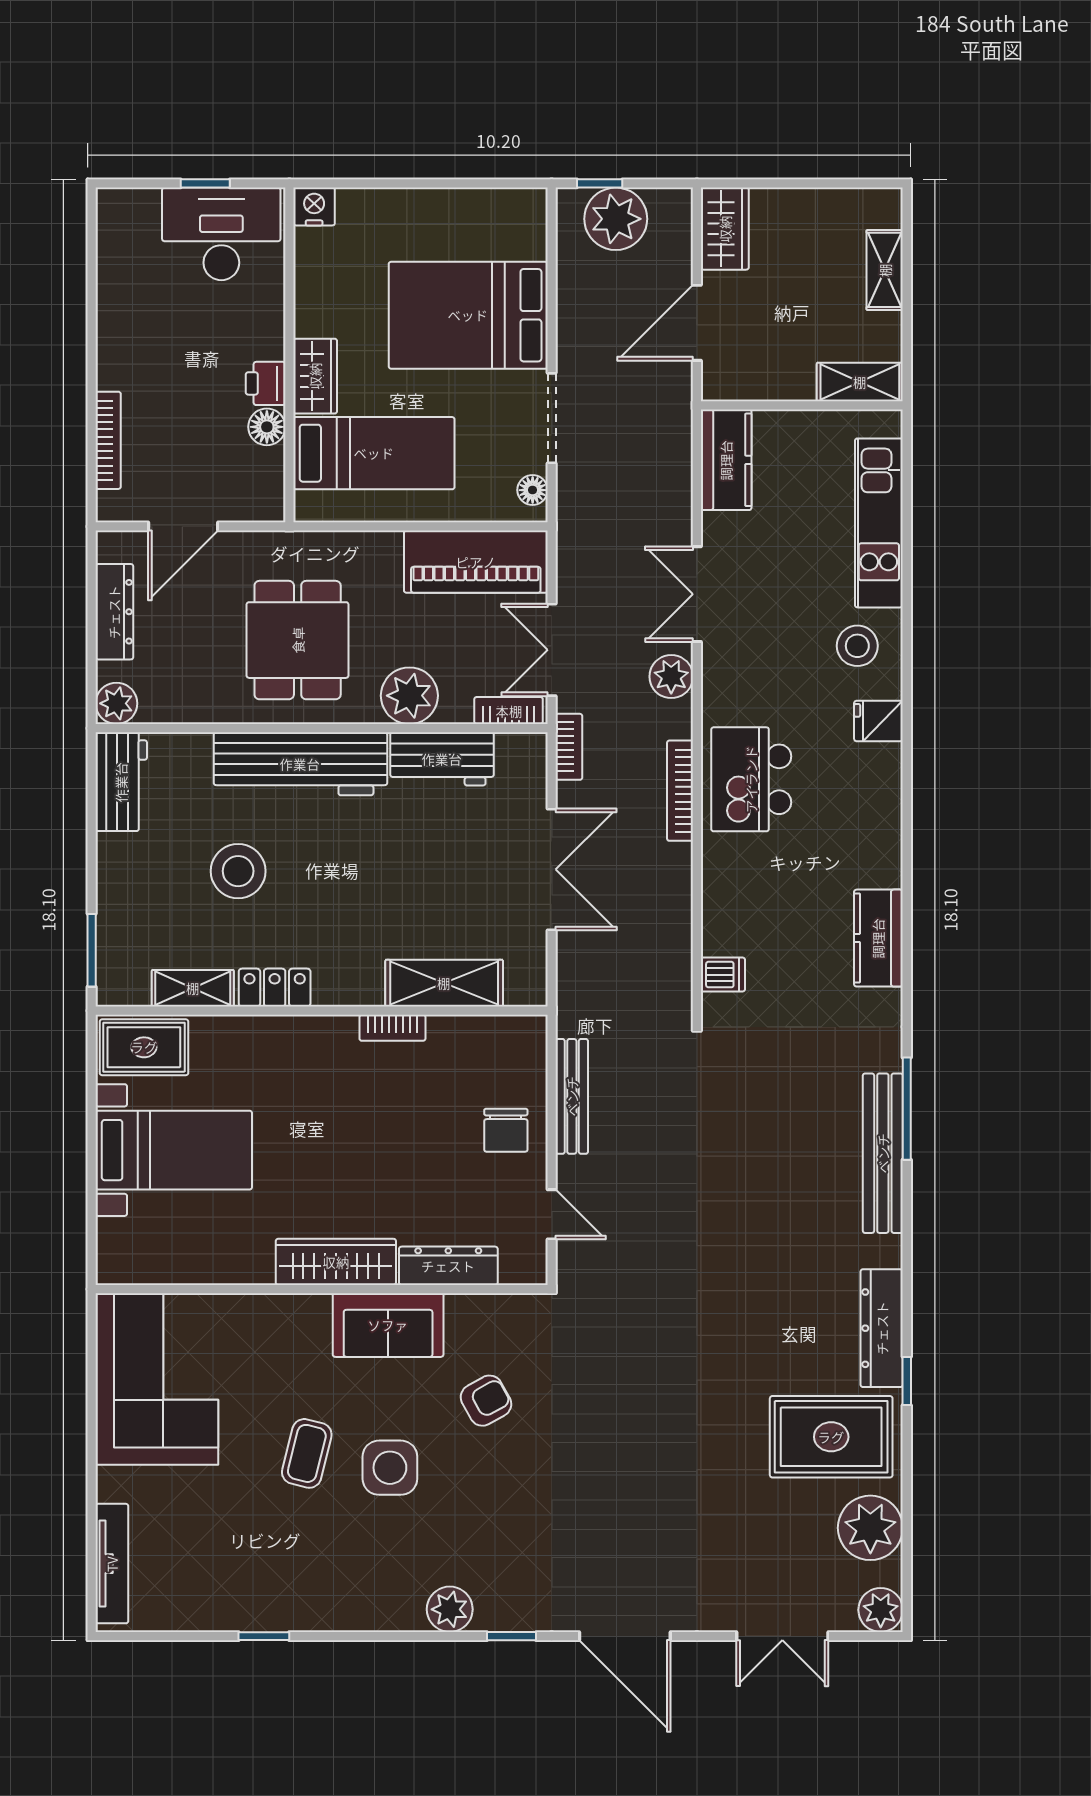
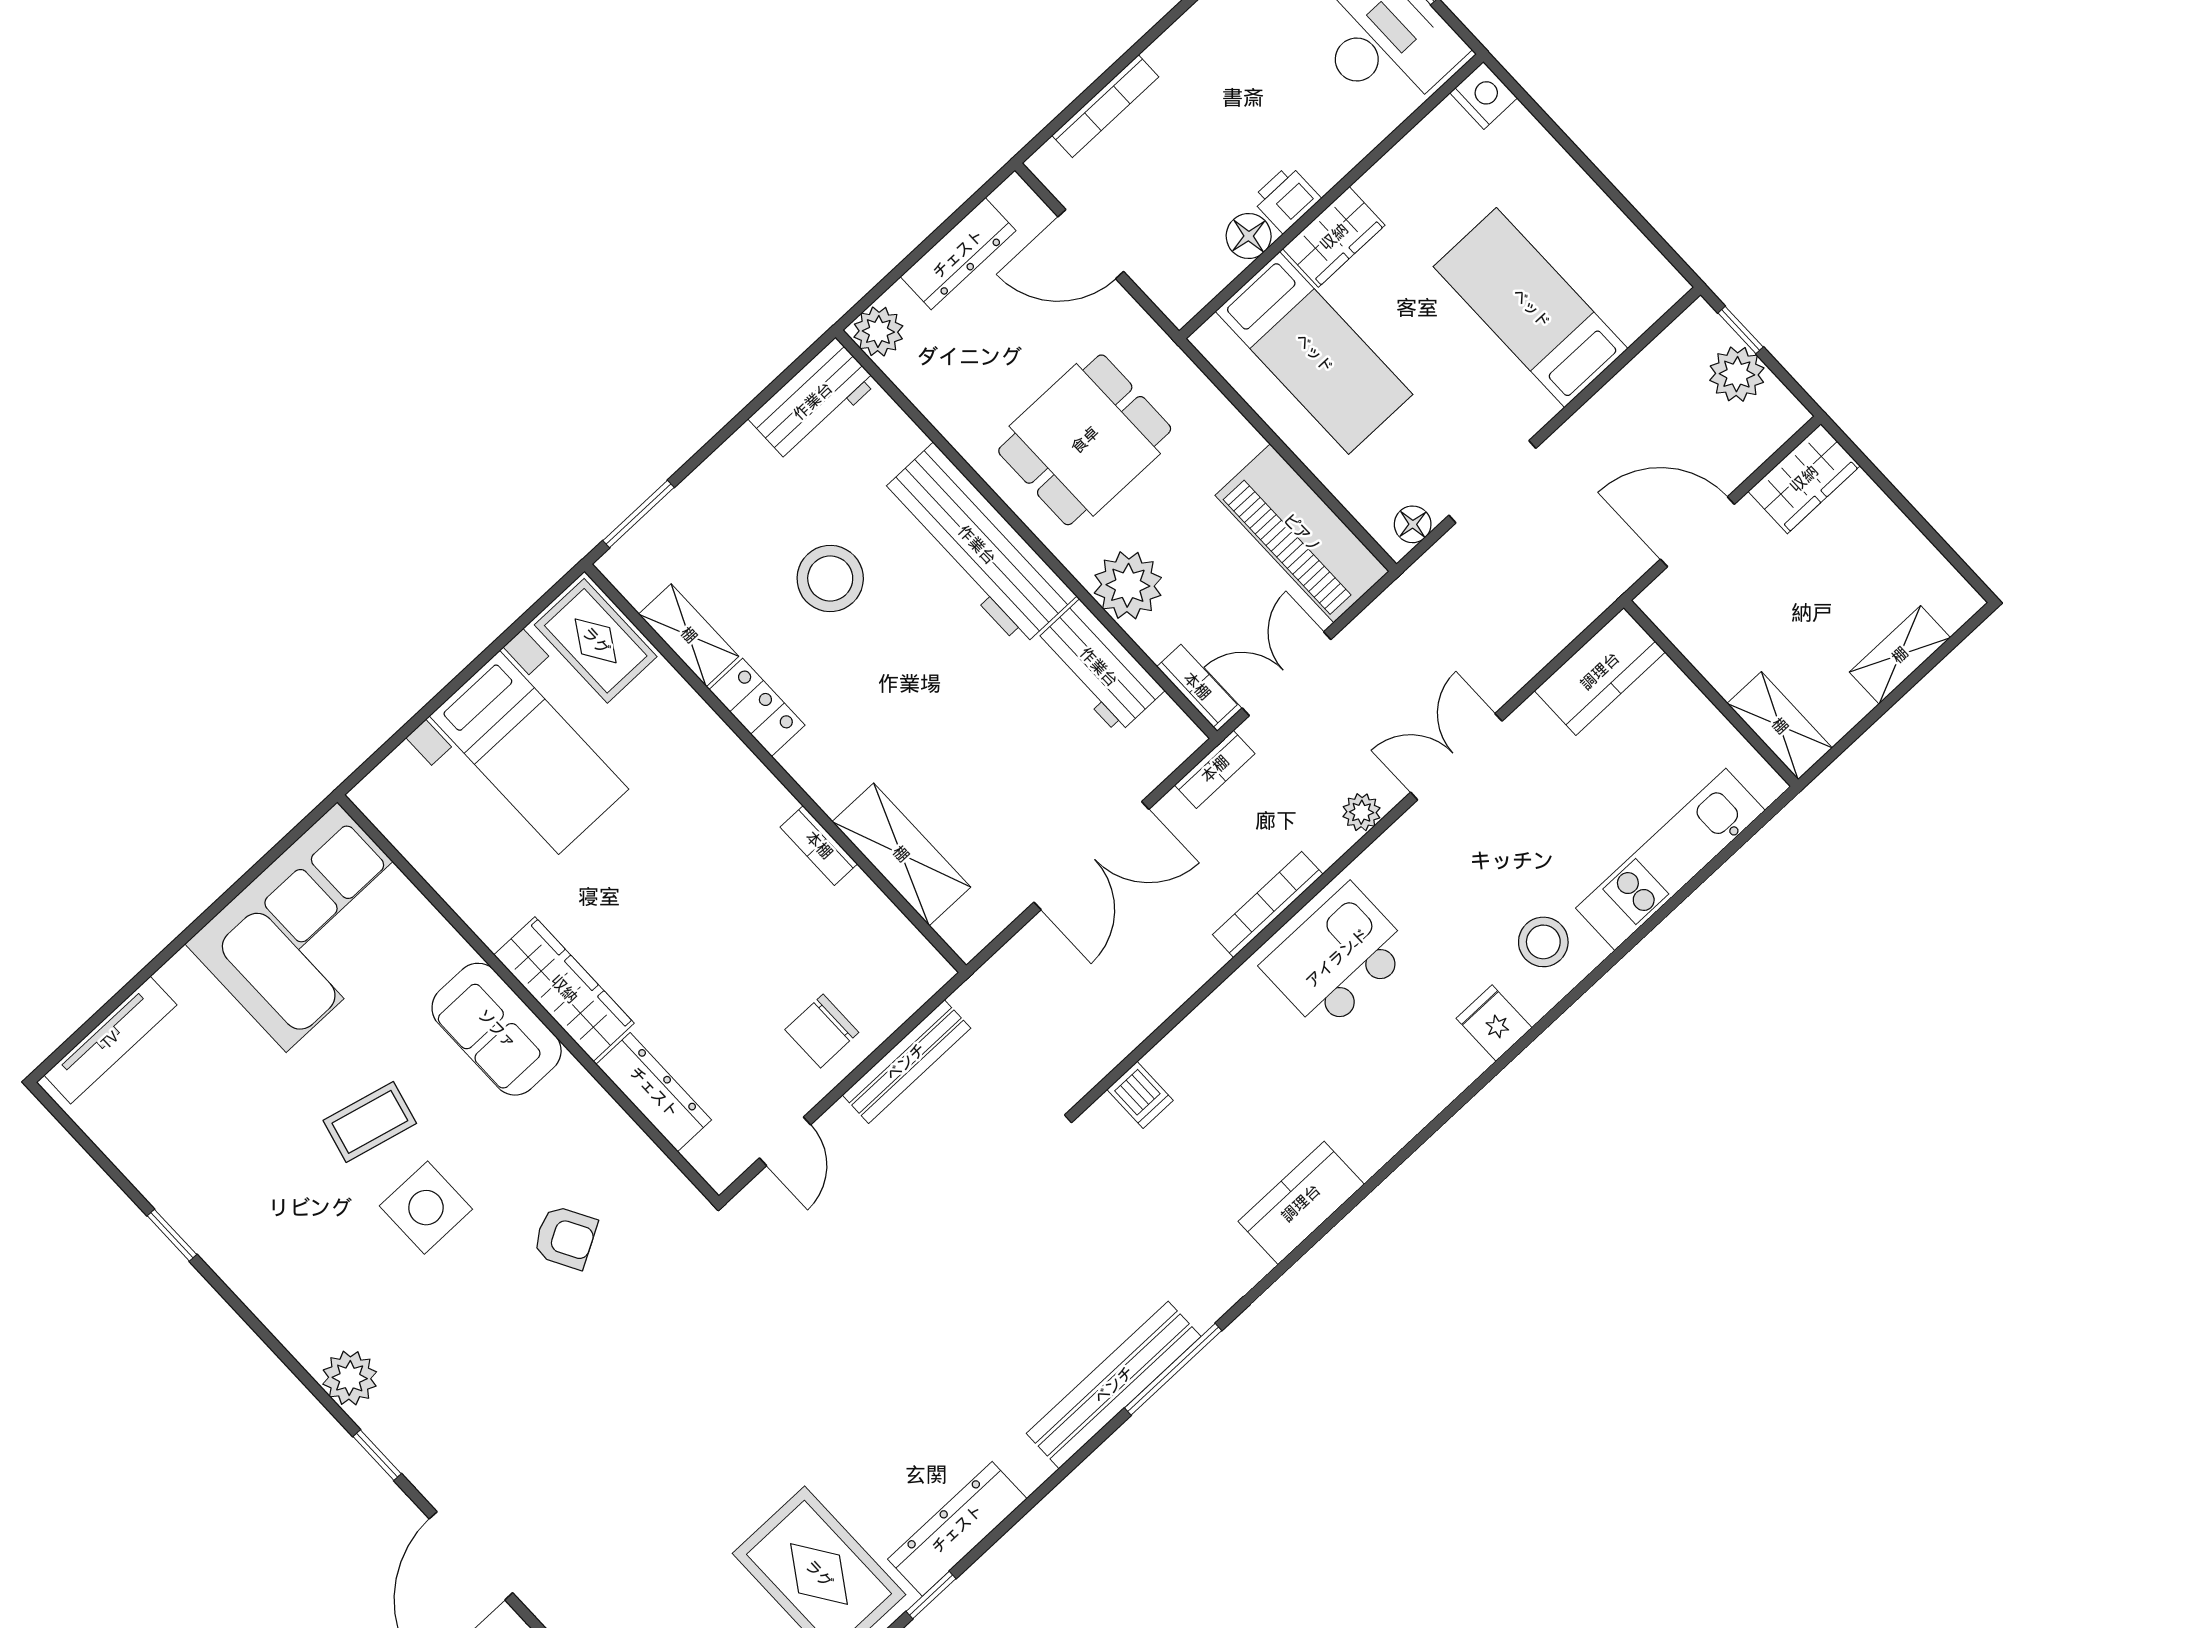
plant: (616, 219) -> (1737, 374), width x0.73, depth x0.73
bed: (468, 315) -> (1531, 308), width x0.67
plant: (671, 677) -> (1362, 812), width x0.73, depth x0.73
sofa: (388, 1325) -> (497, 1029), moved

